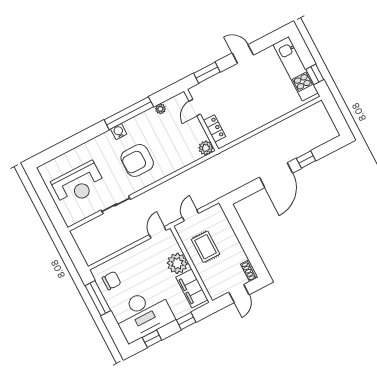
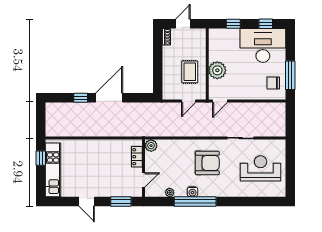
water cooler: (119, 132) -> (193, 192), moved
filing cabinet: (192, 288) -> (216, 46), removed

